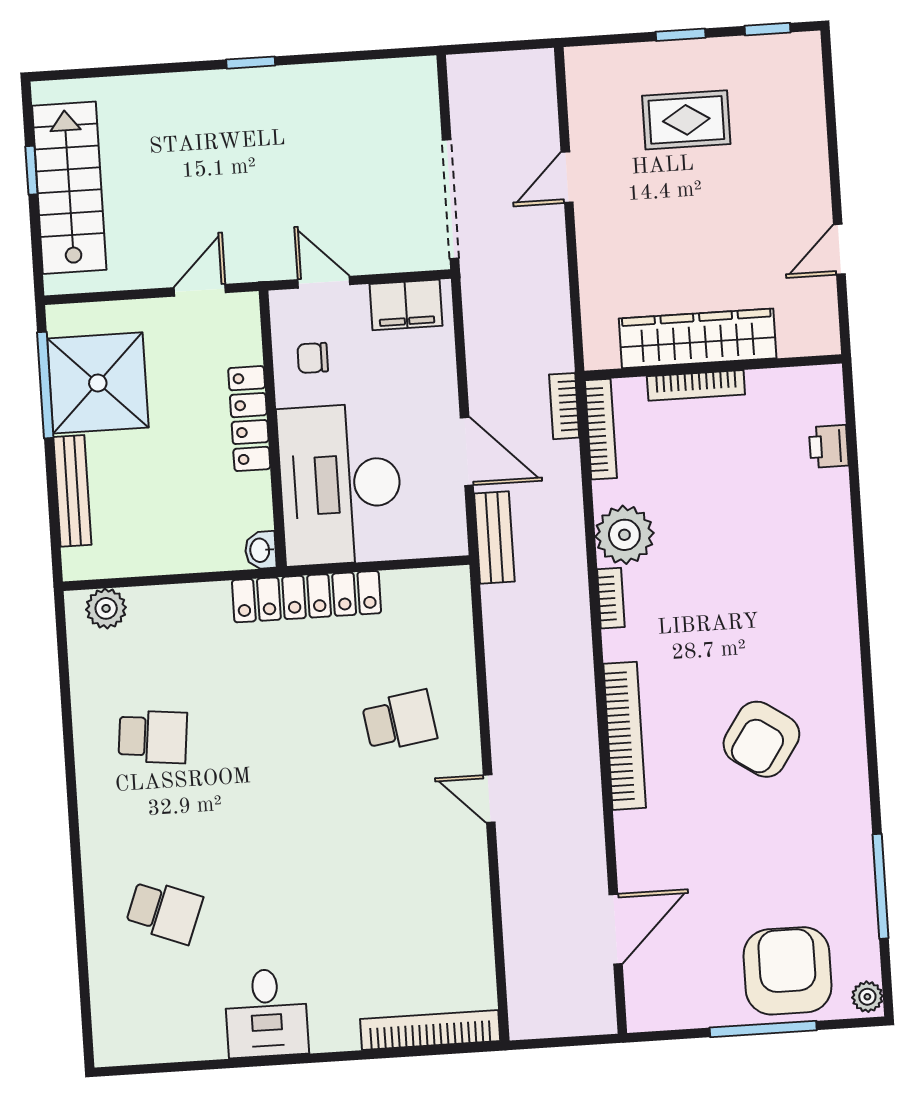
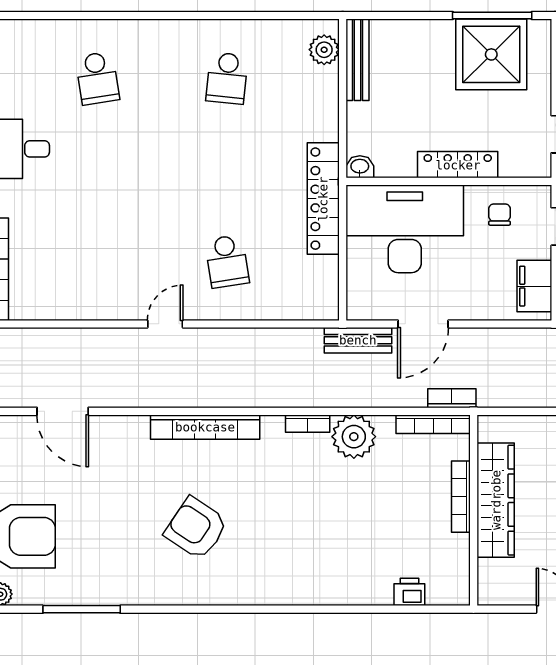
bench: (72, 491) -> (357, 60), moved, turned 90
school desk: (164, 911) -> (97, 78), turned -30

